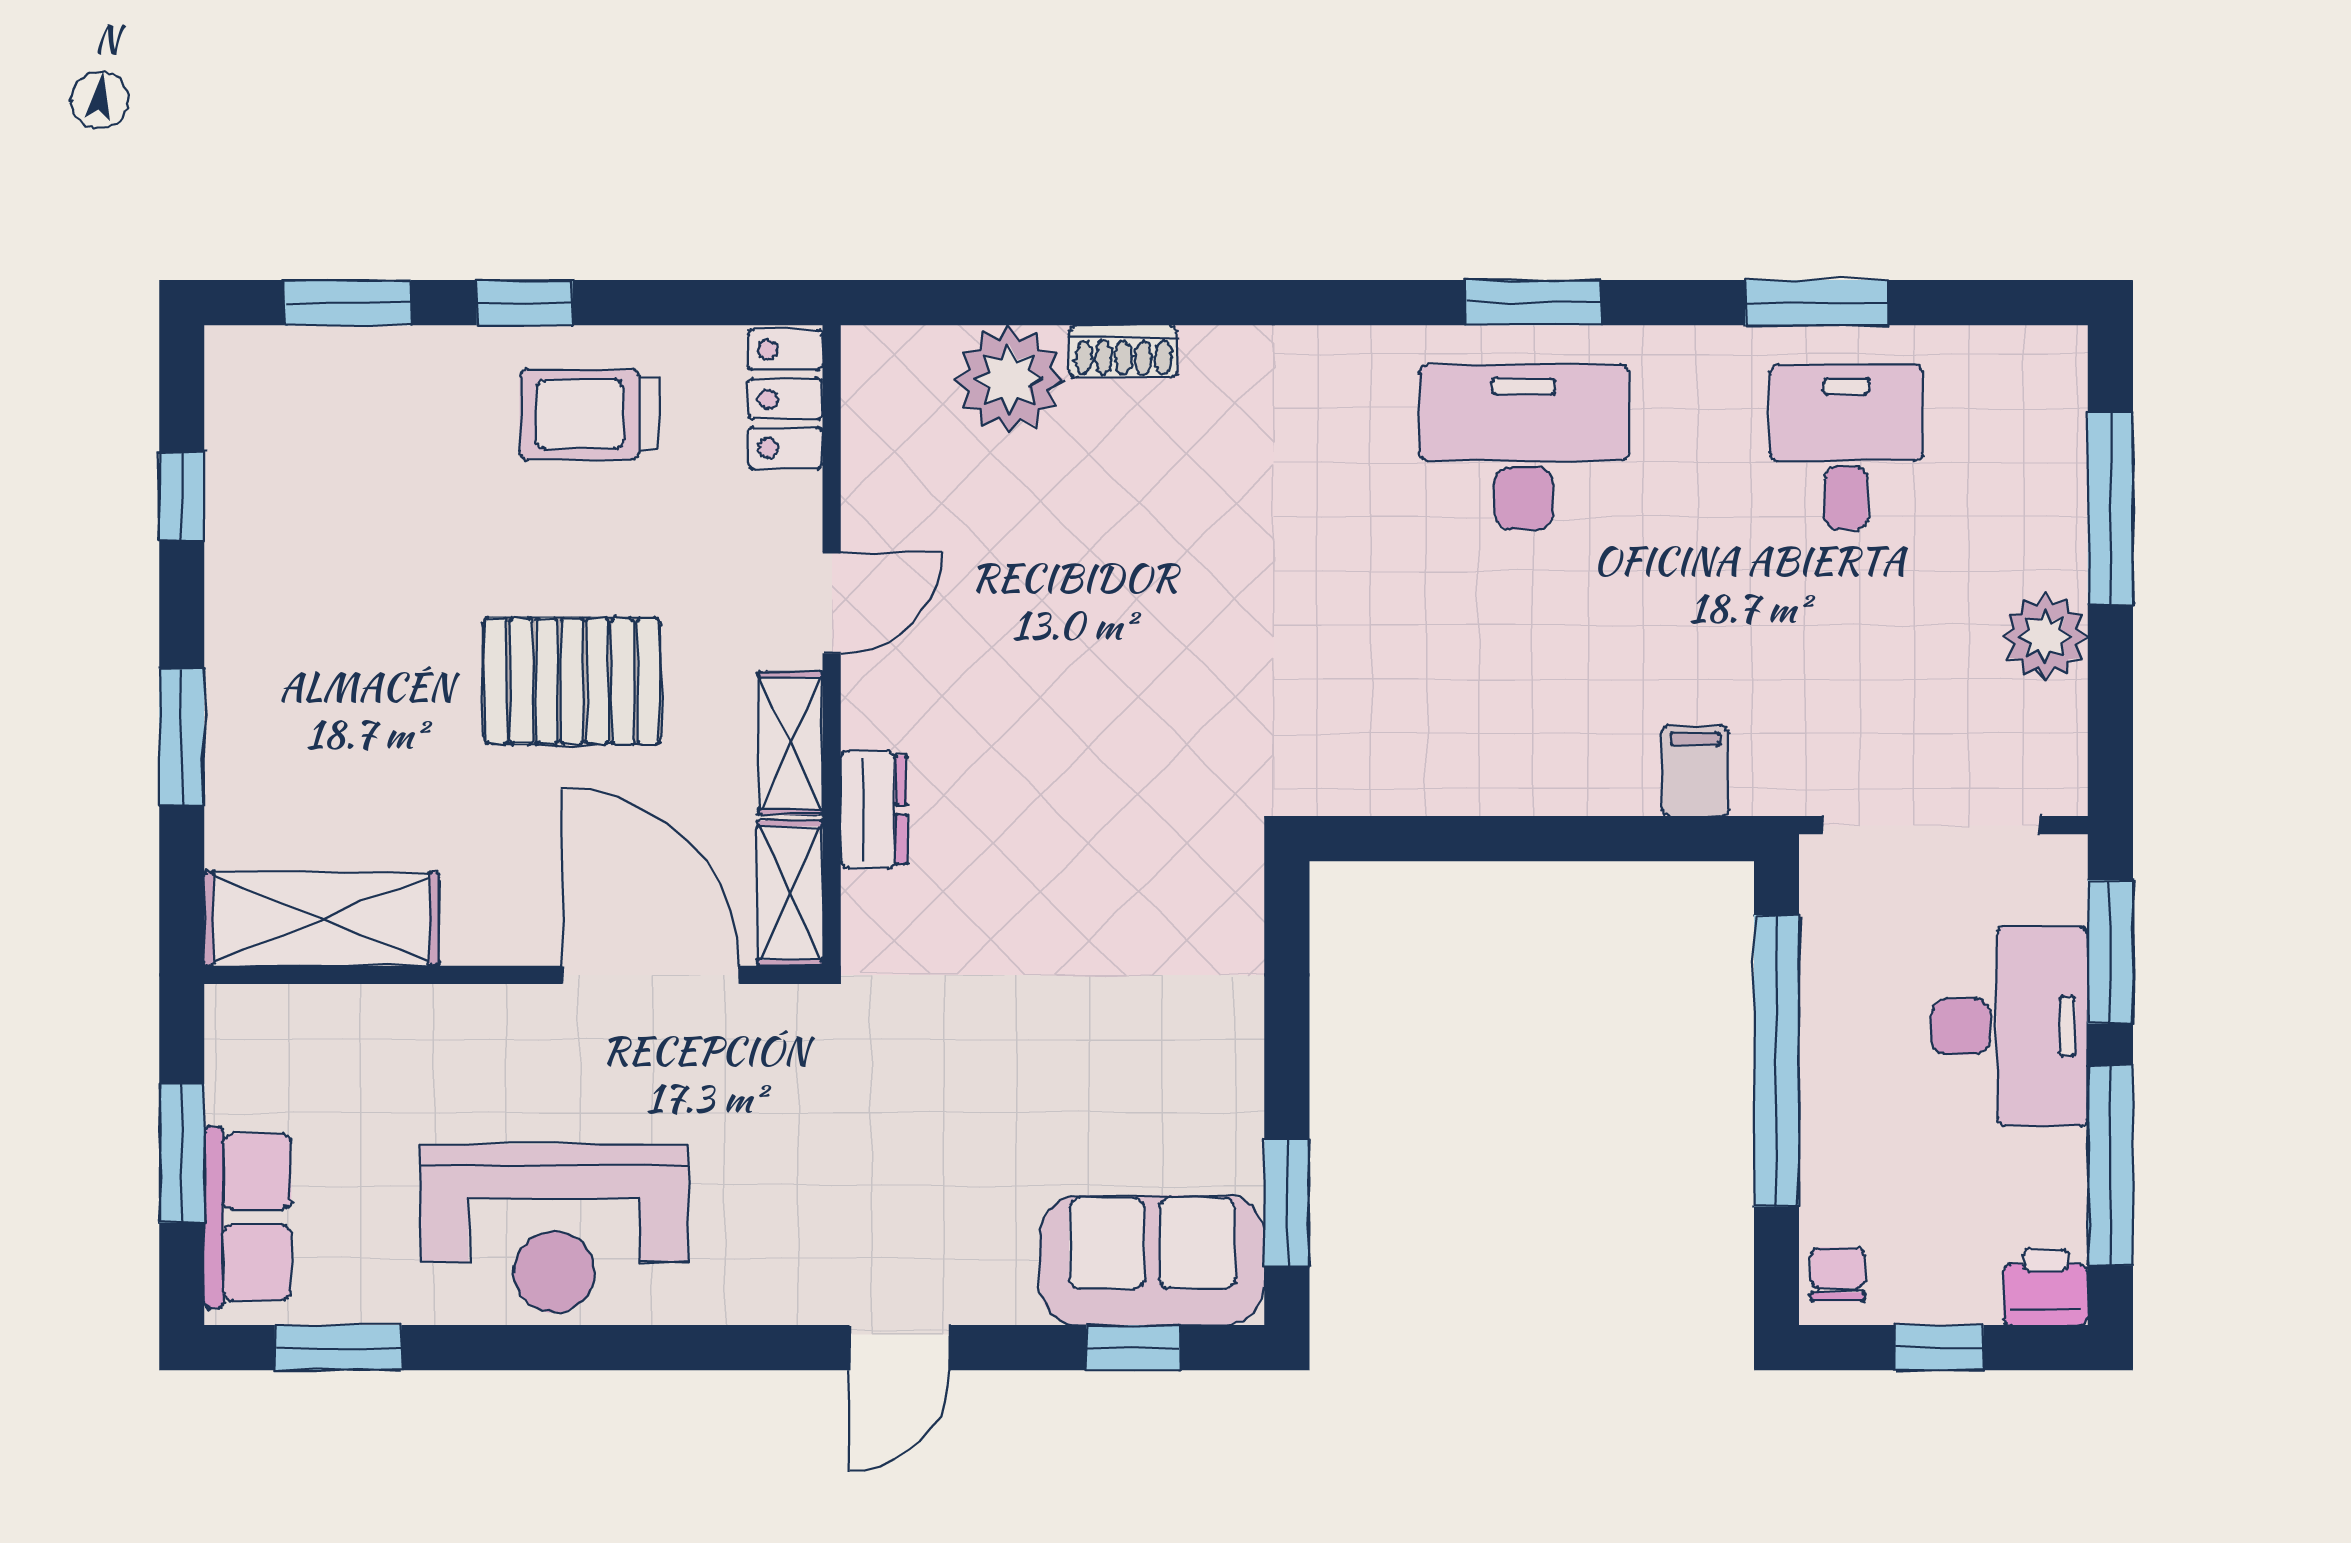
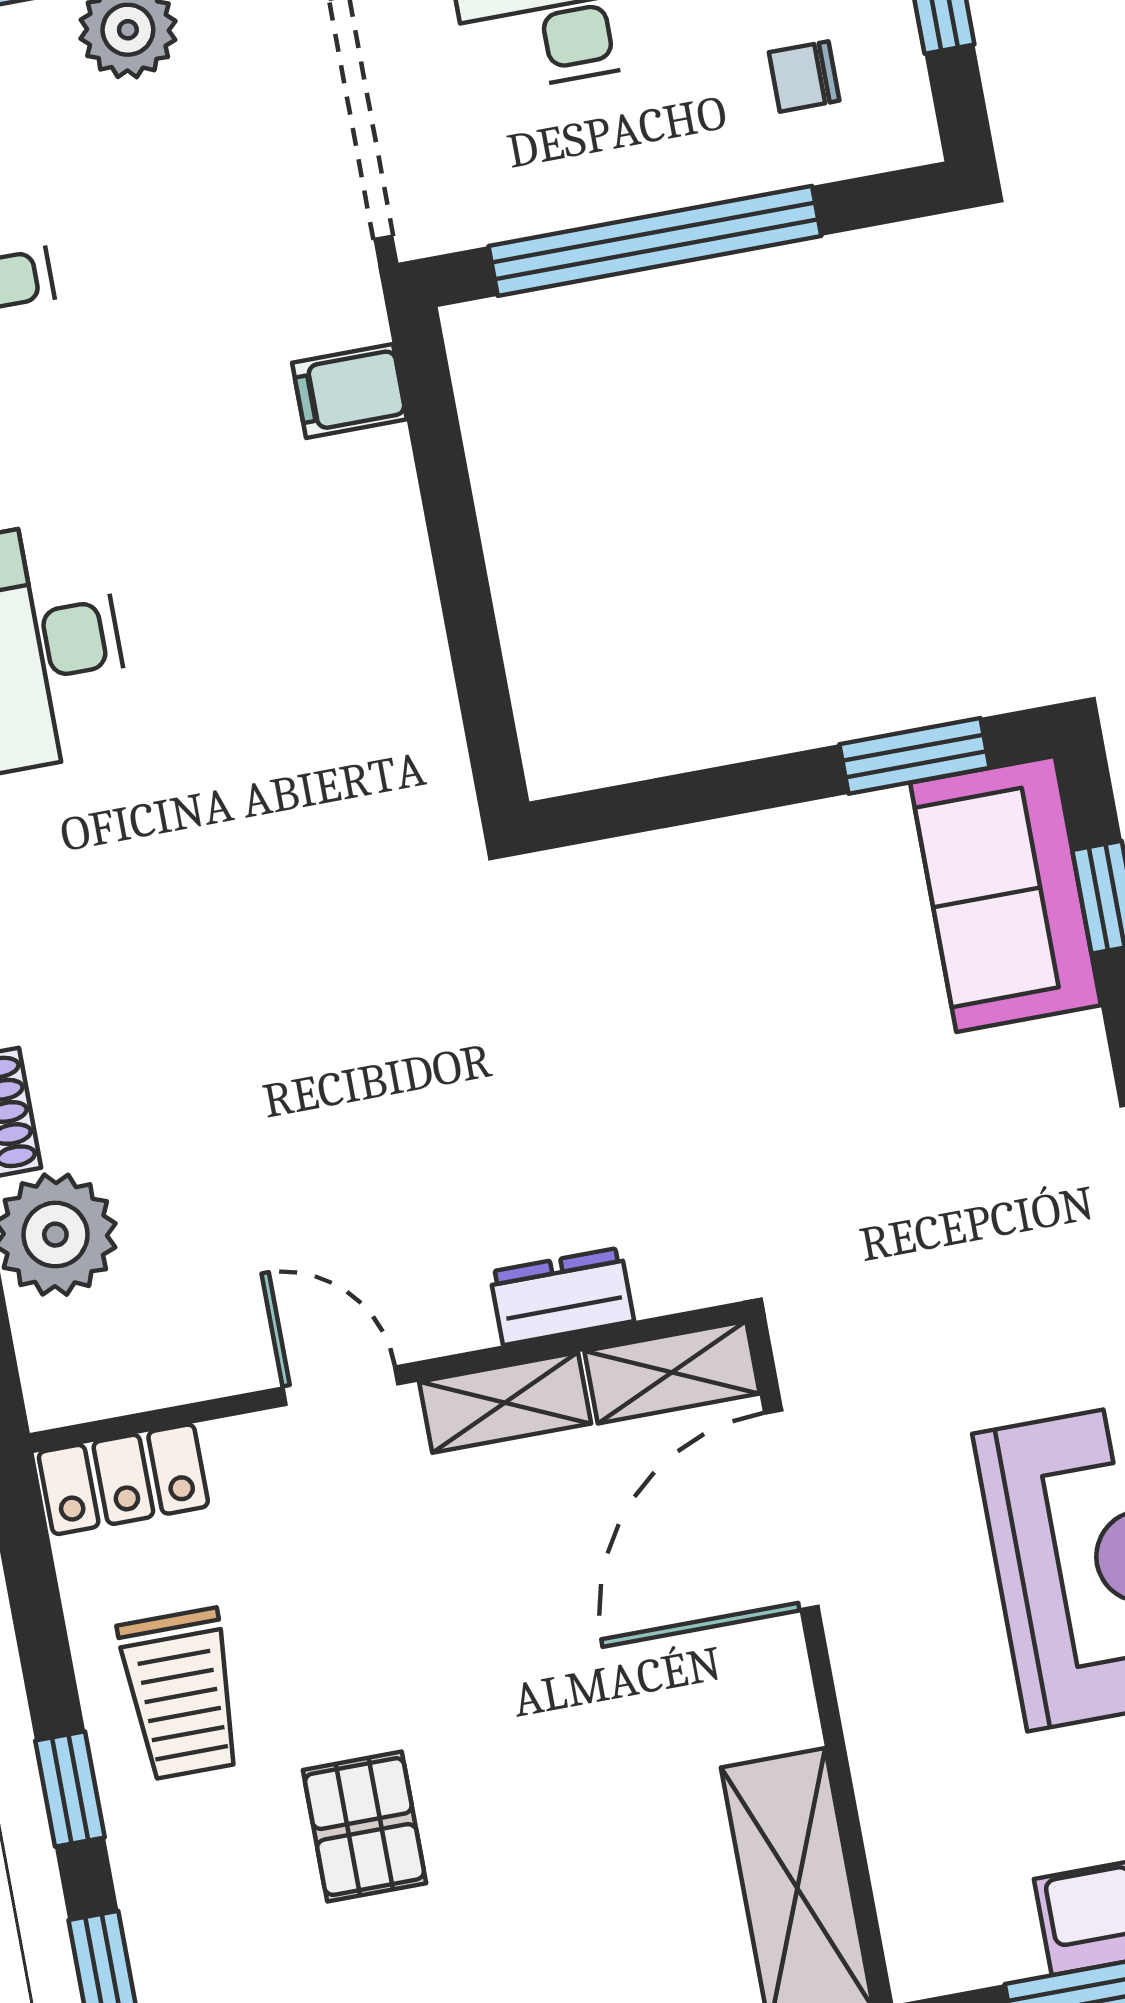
pallet: (572, 681) -> (364, 1827), moved, width x0.67, depth x0.71
chair: (1838, 1274) -> (804, 76), moved

